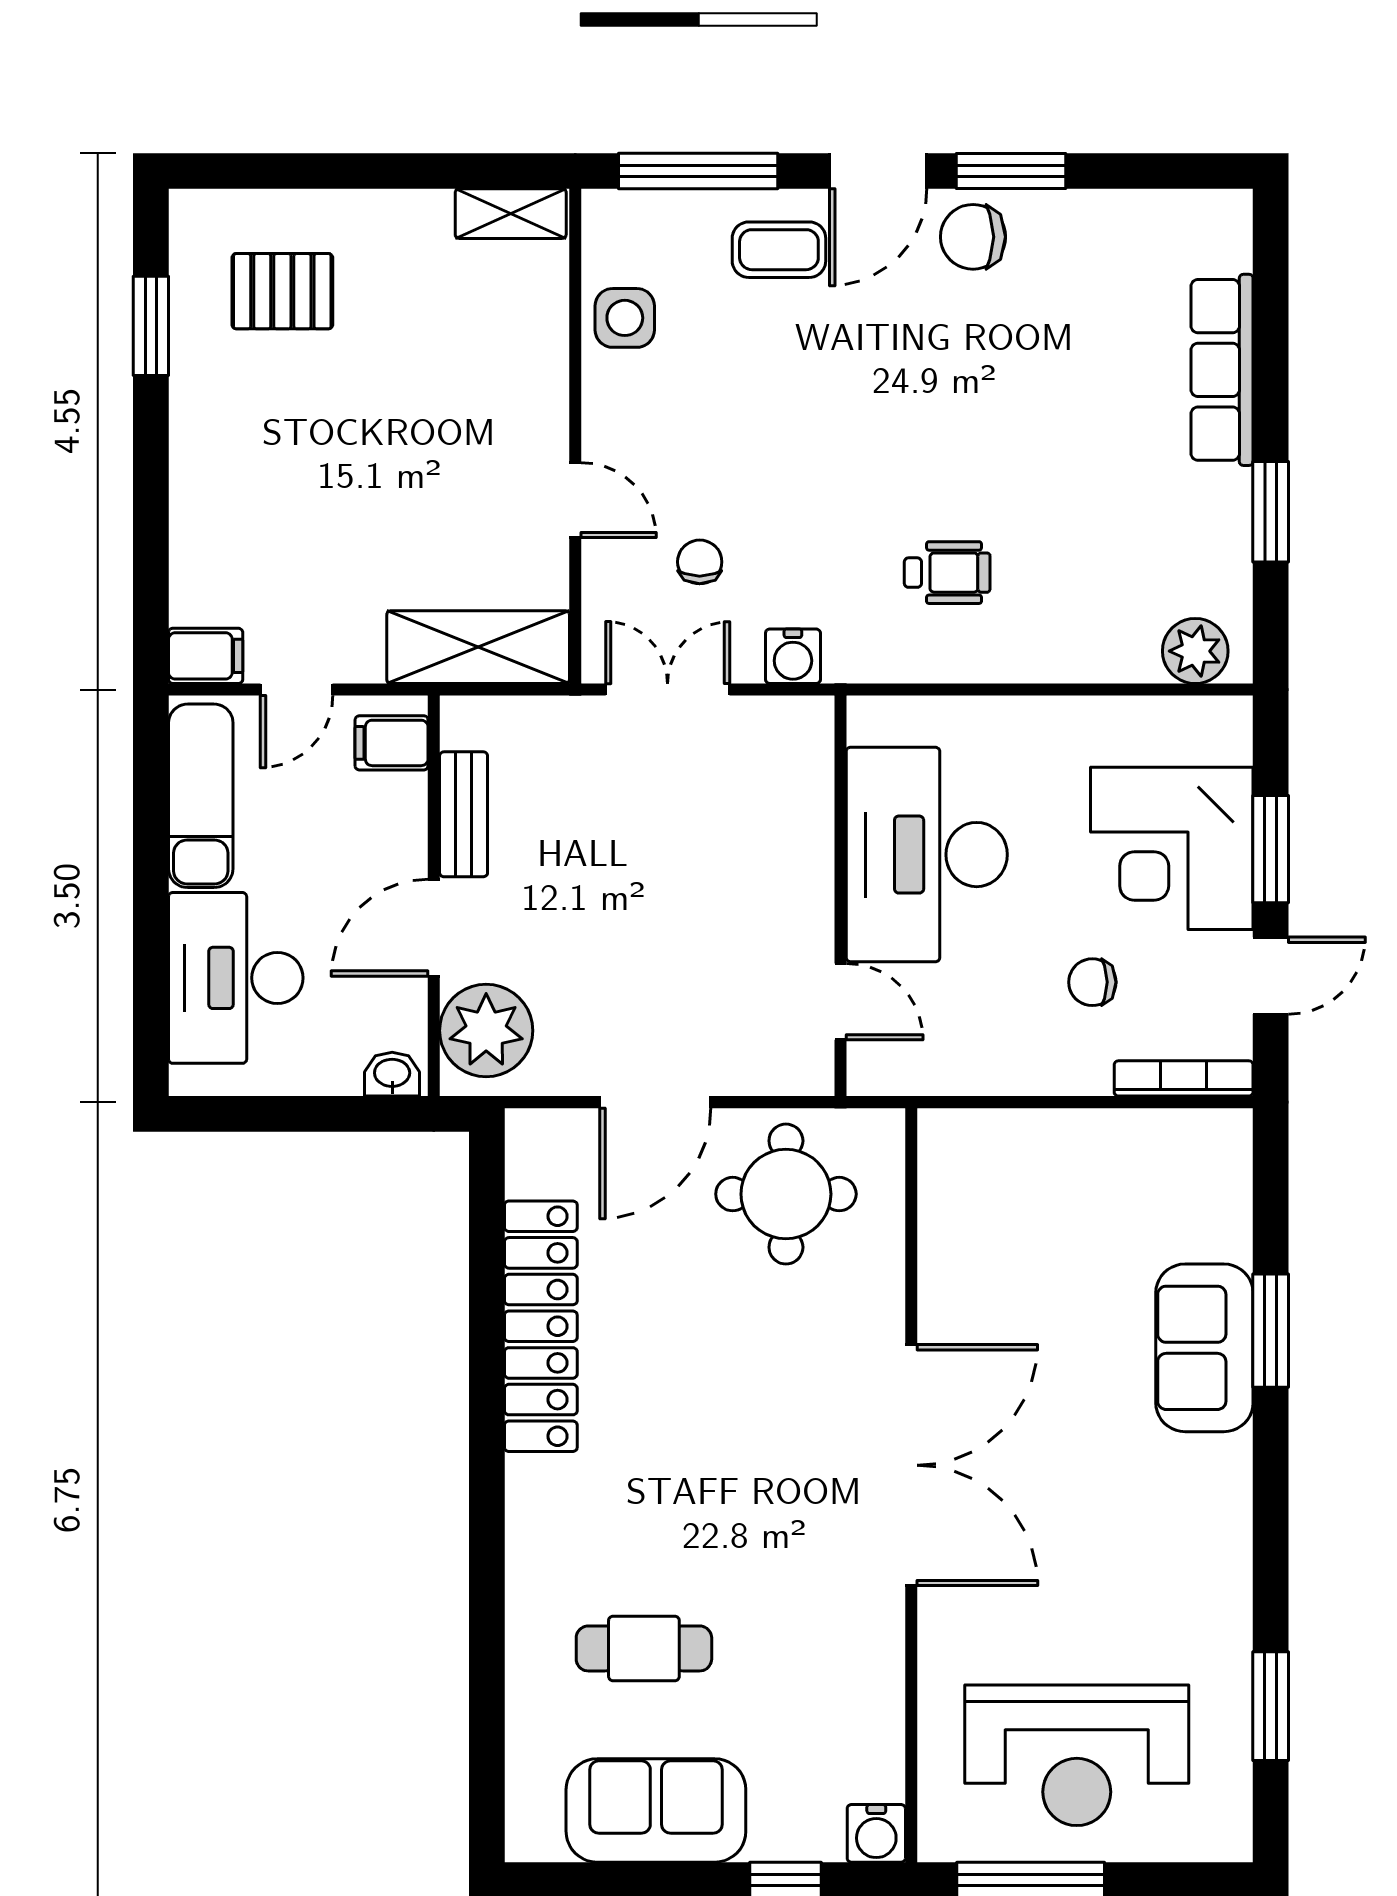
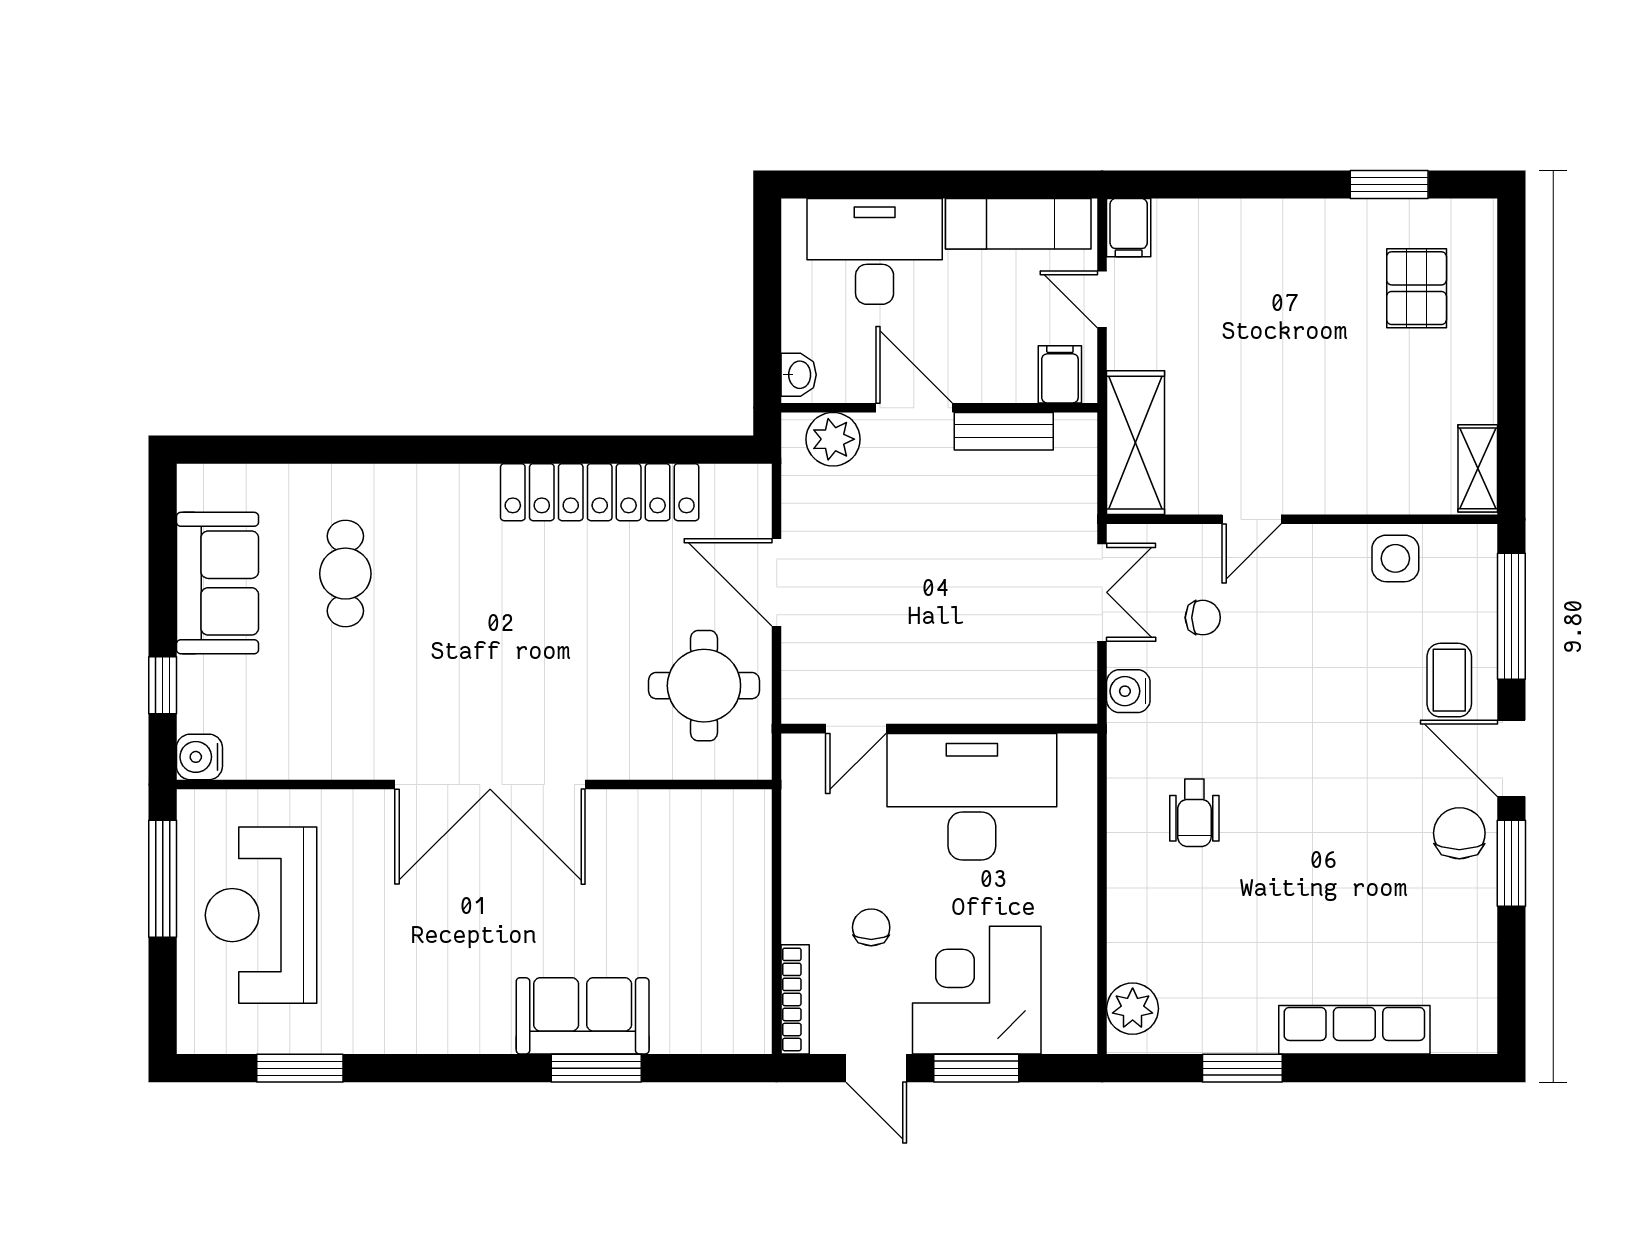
plant: (486, 1031) -> (833, 439), width x0.73, depth x0.73

